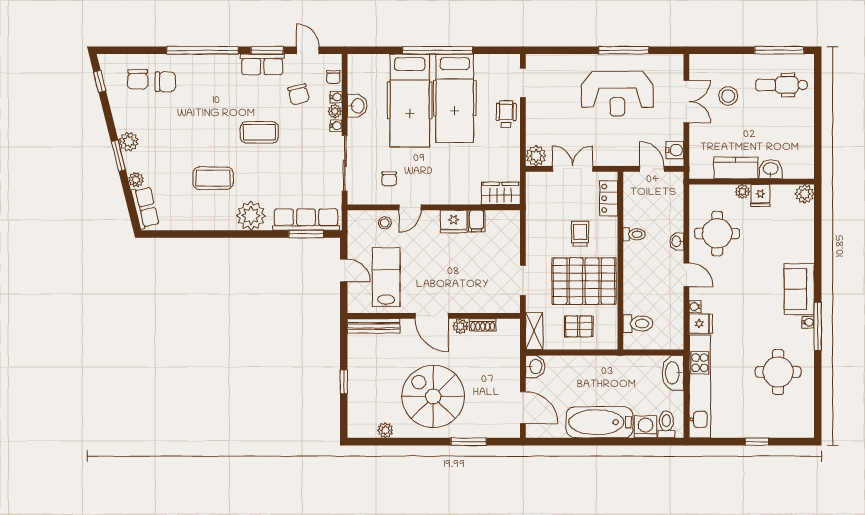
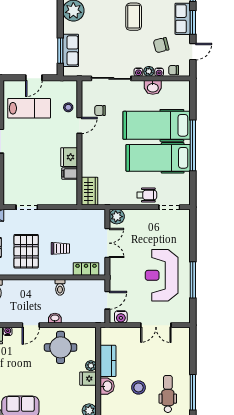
stool: (728, 96) -> (139, 387), moved
door: (410, 207) -> (79, 125), swing flipped
row of seats: (306, 220) -> (71, 50), width x0.68
pallet: (584, 281) -> (26, 251), width x0.73, depth x0.71

